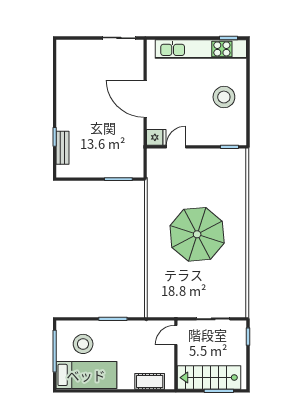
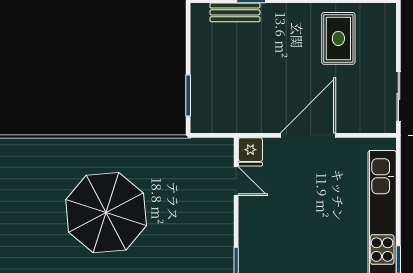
rug: (80, 78) -> (338, 38), added
stool: (224, 97) -> (311, 253), removed

